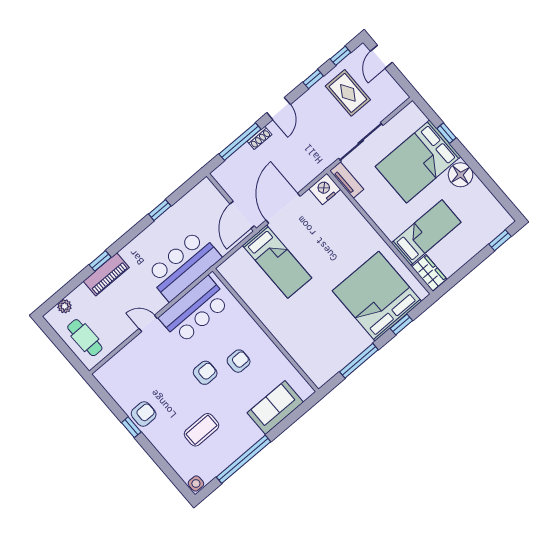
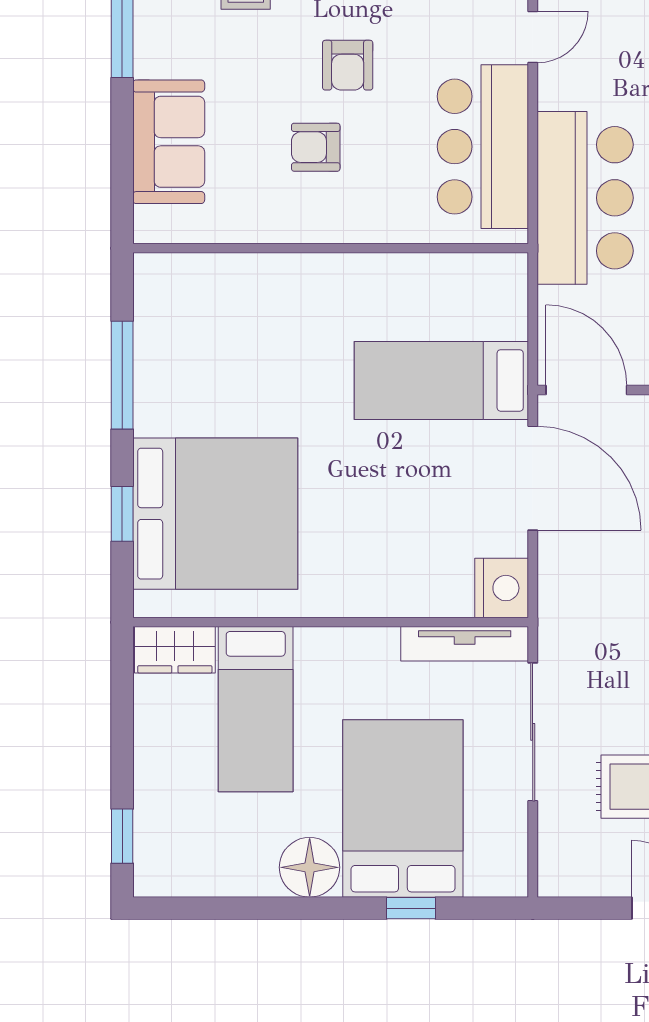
tv unit: (347, 180) -> (465, 644), width x1.41
armchair: (239, 361) -> (316, 147), turned 90

